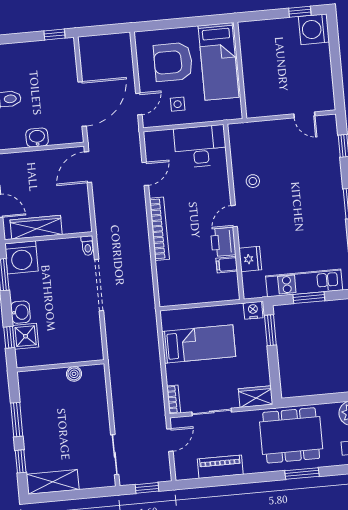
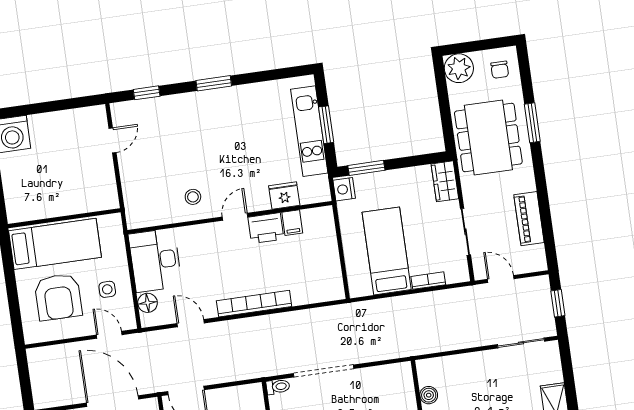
floor lamp: (164, 138) -> (148, 303), added
door: (234, 216) -> (235, 217), swing flipped
bookcase: (174, 400) -> (428, 281), moved

